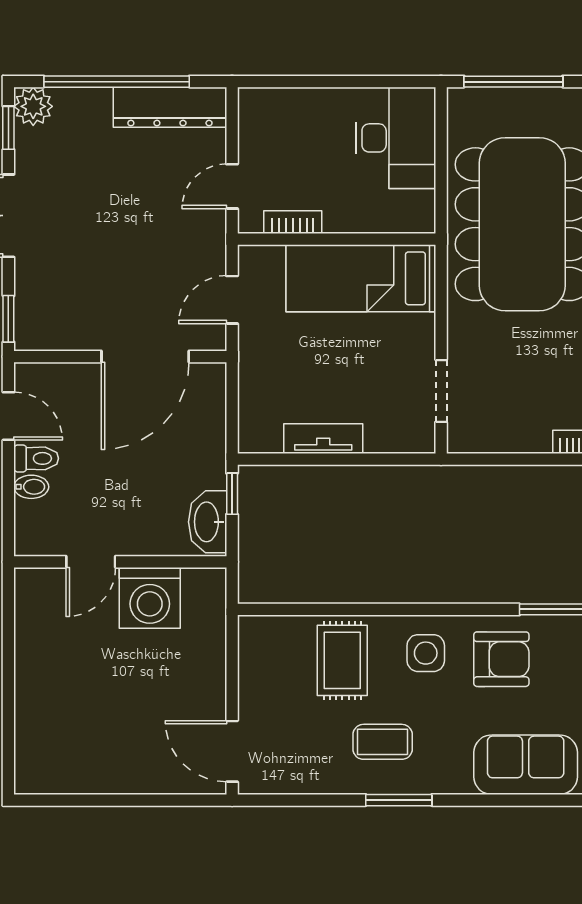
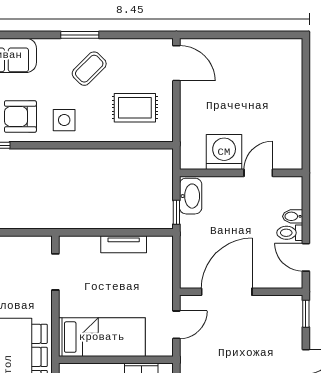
rug: (342, 660) -> (135, 108), moved, turned 90
coffee table: (383, 742) -> (89, 69), turned -45

